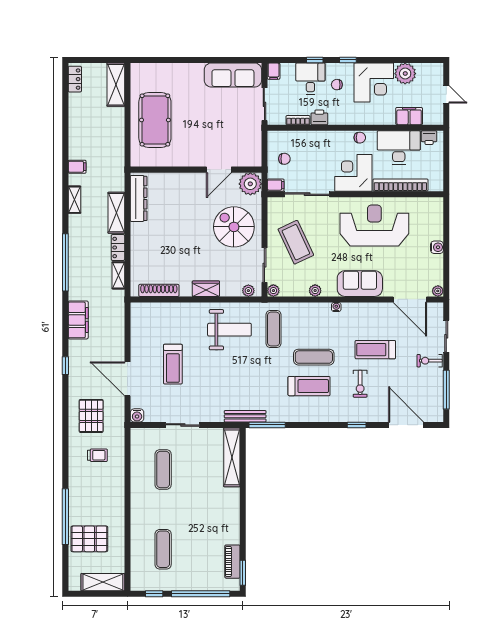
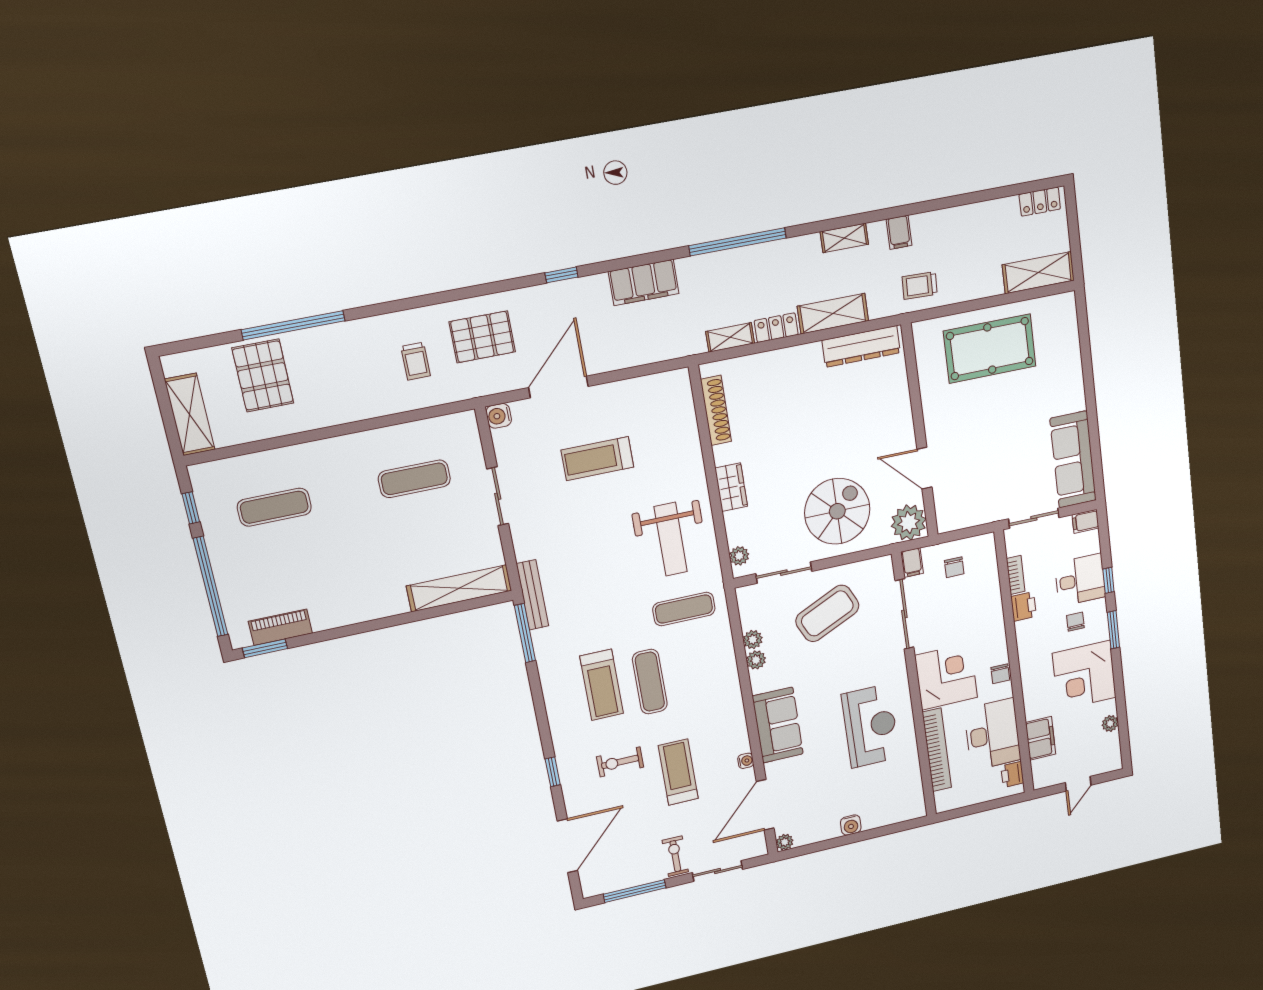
window: (348, 60) -> (1113, 630), width x1.50
plant: (405, 74) -> (1110, 723), width x0.53, depth x0.53
trolley: (110, 158) -> (920, 285), added
reception desk: (374, 225) -> (870, 726), width x0.74, depth x0.77
plant: (273, 291) -> (753, 640), moved
water cooler: (336, 307) -> (746, 761), moved

